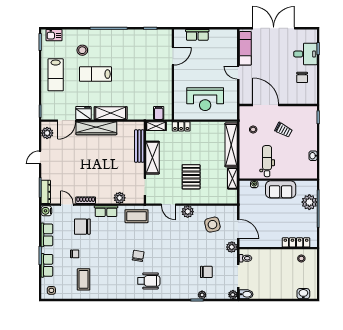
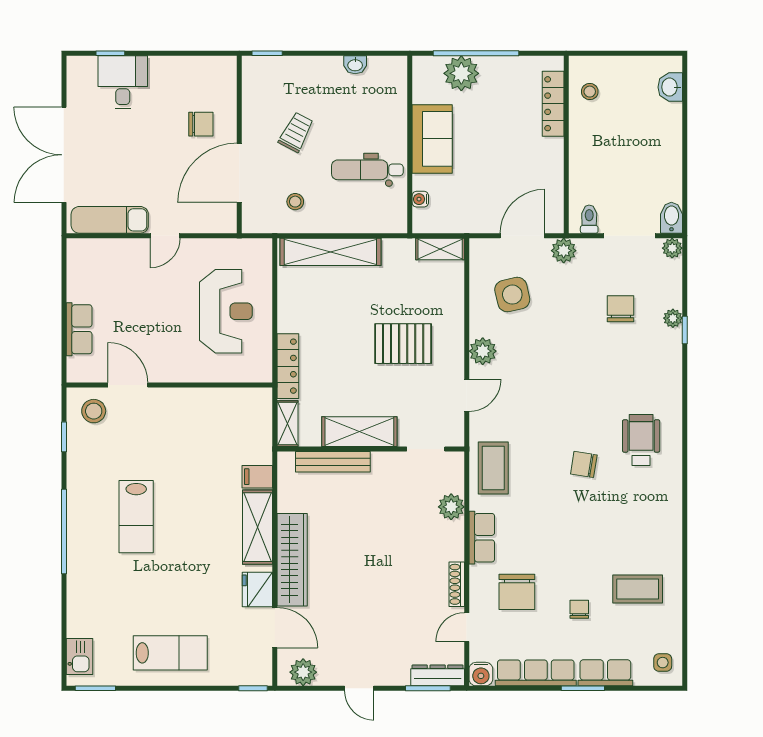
stool: (82, 50) -> (94, 411), moved
lab bench: (95, 74) -> (136, 517), moved
chair: (302, 77) -> (201, 124), moved
filing cabinet: (159, 113) -> (257, 477), moved
locker: (181, 126) -> (288, 366), width x1.53
shelving: (232, 178) -> (440, 249), moved
row of seats: (47, 235) -> (536, 673), width x1.48

